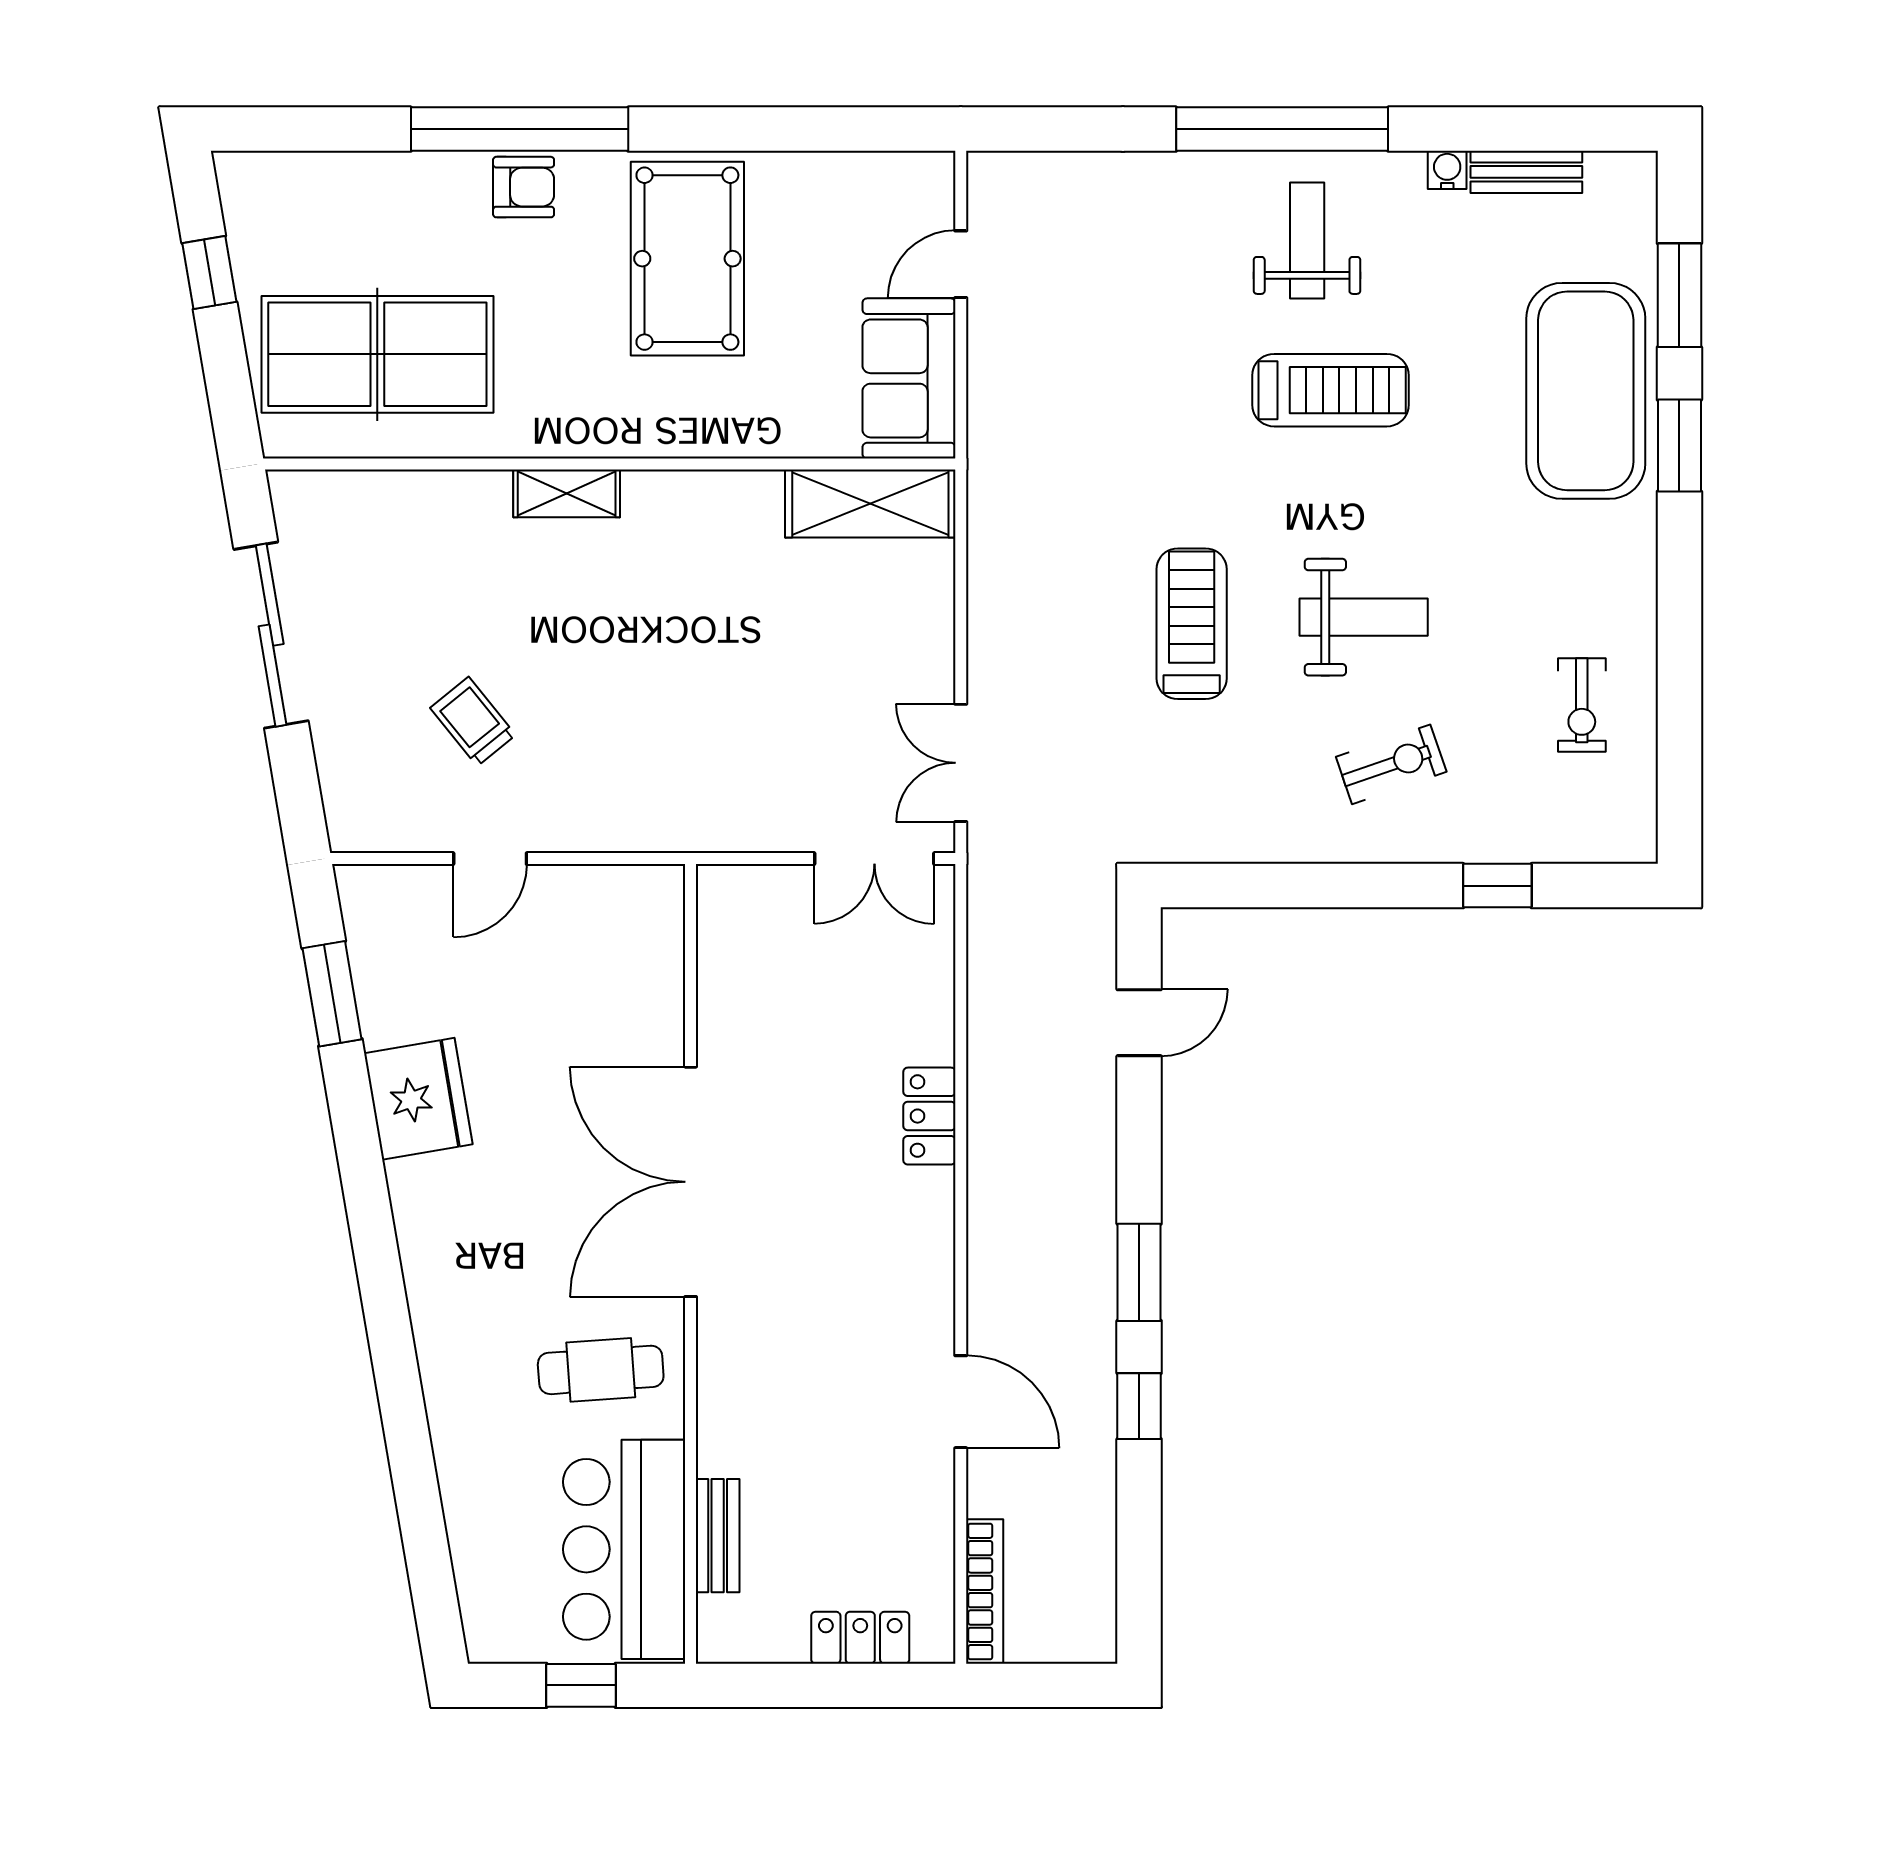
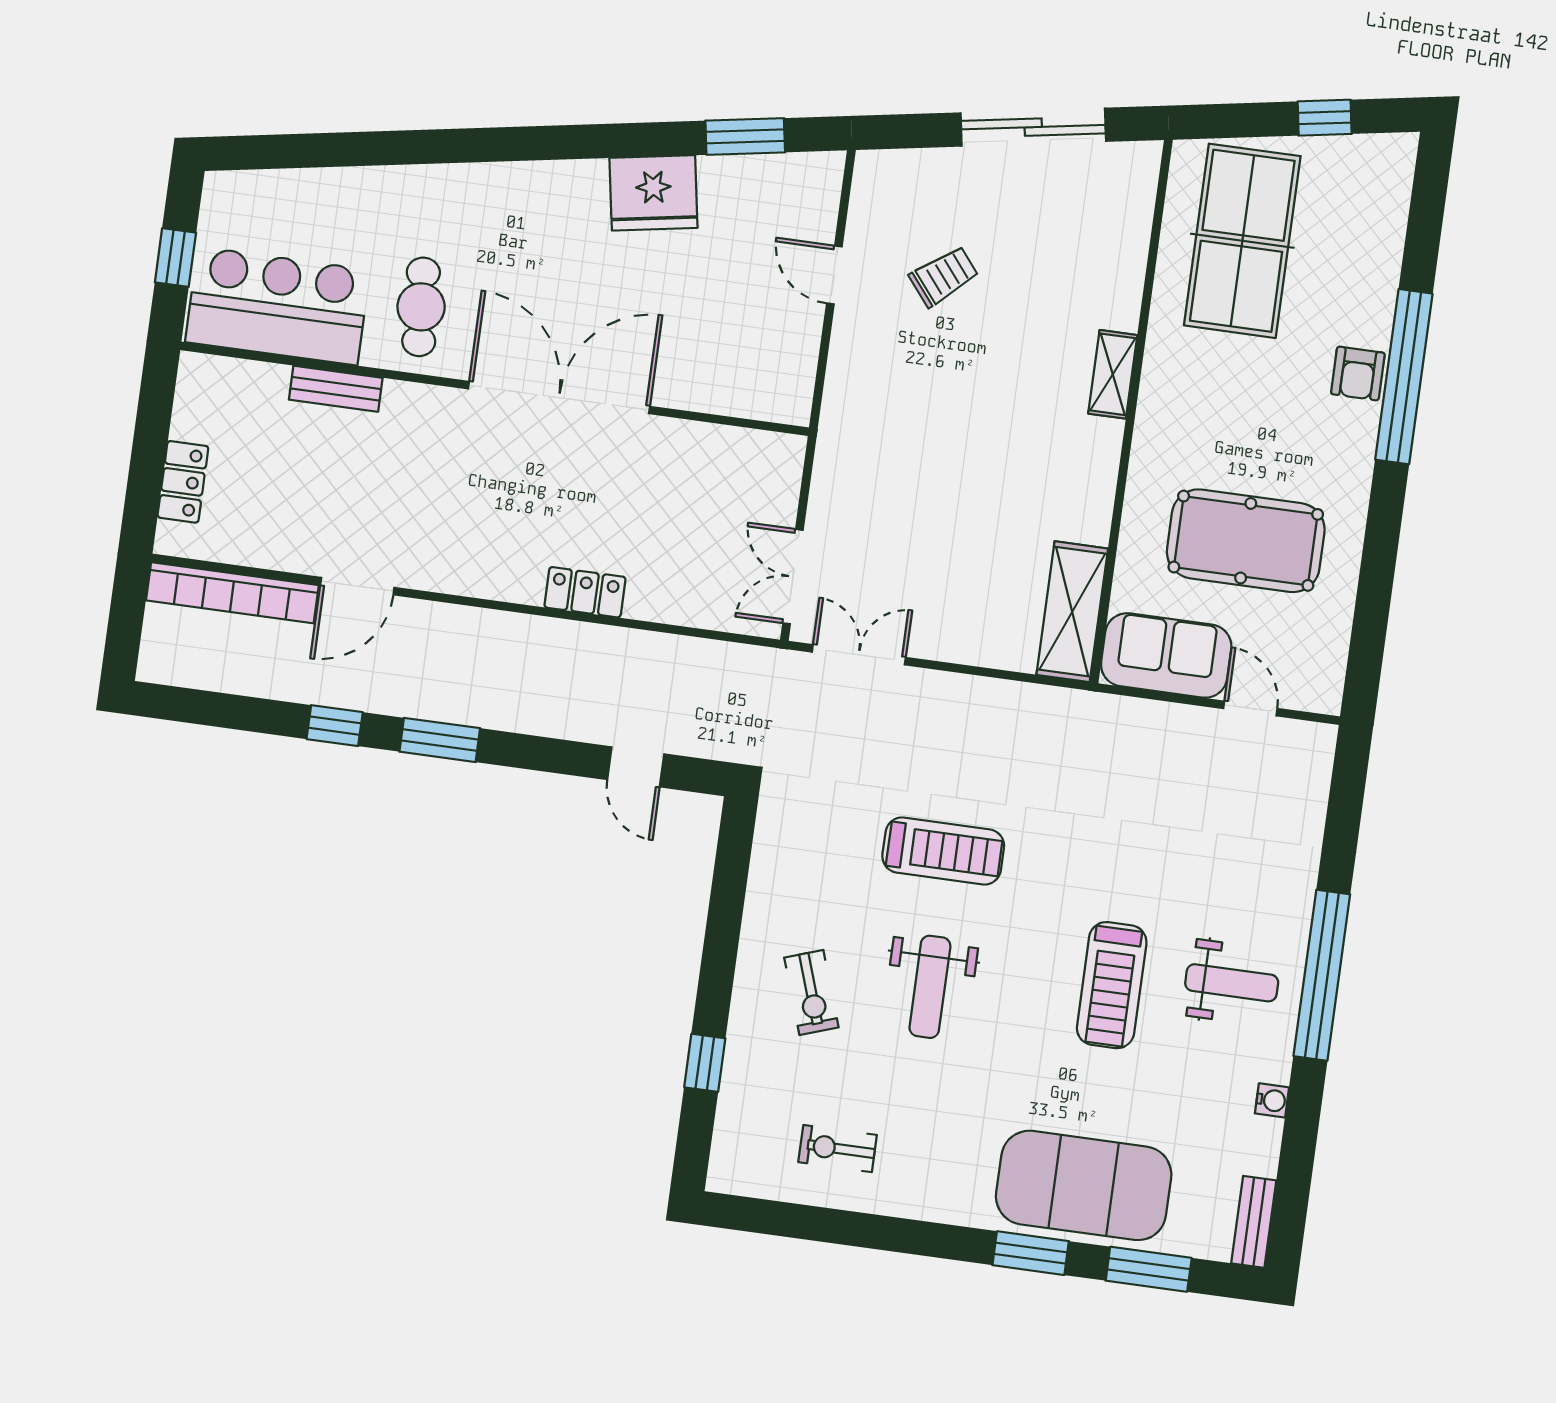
bench: (1526, 172) -> (1254, 1222), moved
pool table: (687, 259) -> (1246, 541), moved
bench: (718, 1536) -> (336, 389), moved
bookcase: (985, 1591) -> (232, 593), width x1.48, depth x1.31

